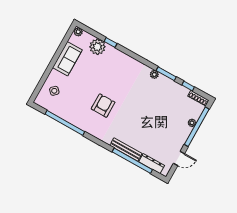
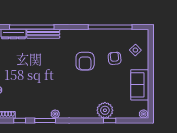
plant: (97, 47) -> (105, 110), moved
armchair: (76, 94) -> (115, 58), added

